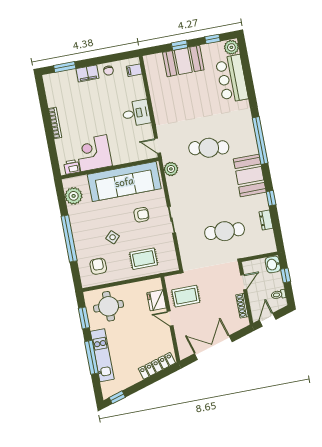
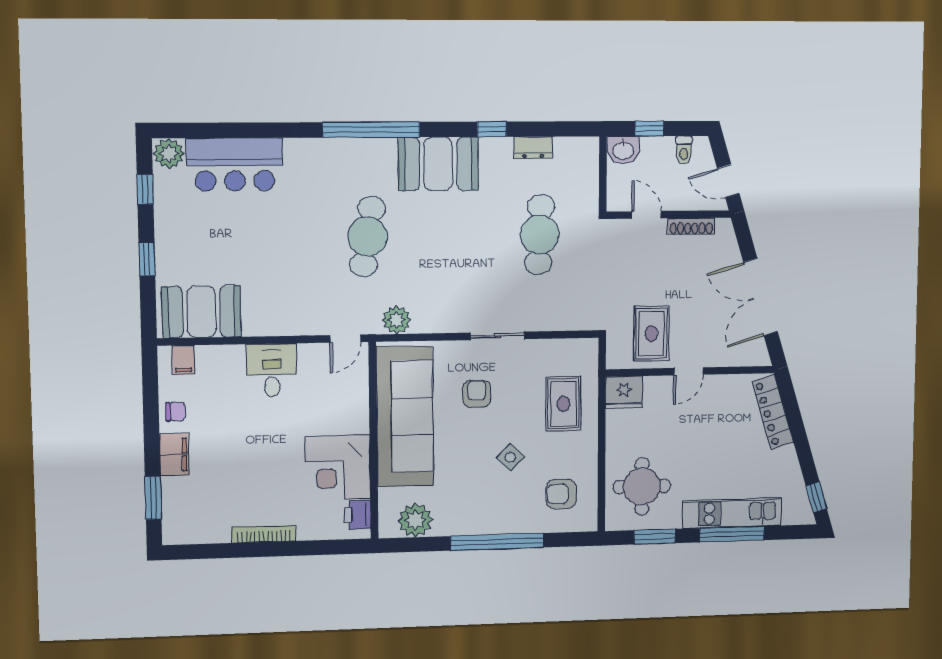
booth: (183, 61) -> (201, 312), moved, turned 90
fridge: (157, 300) -> (624, 392), moved

